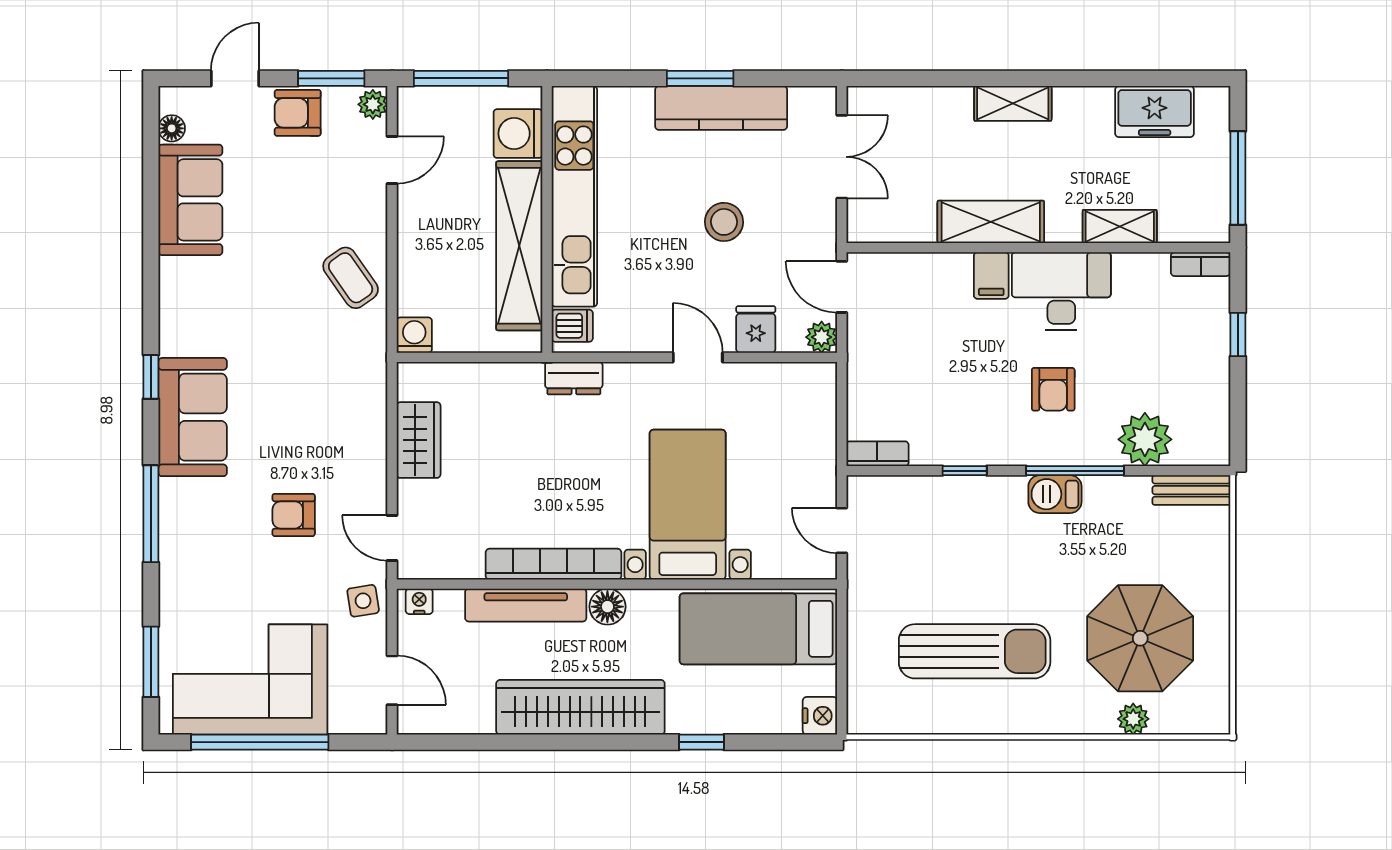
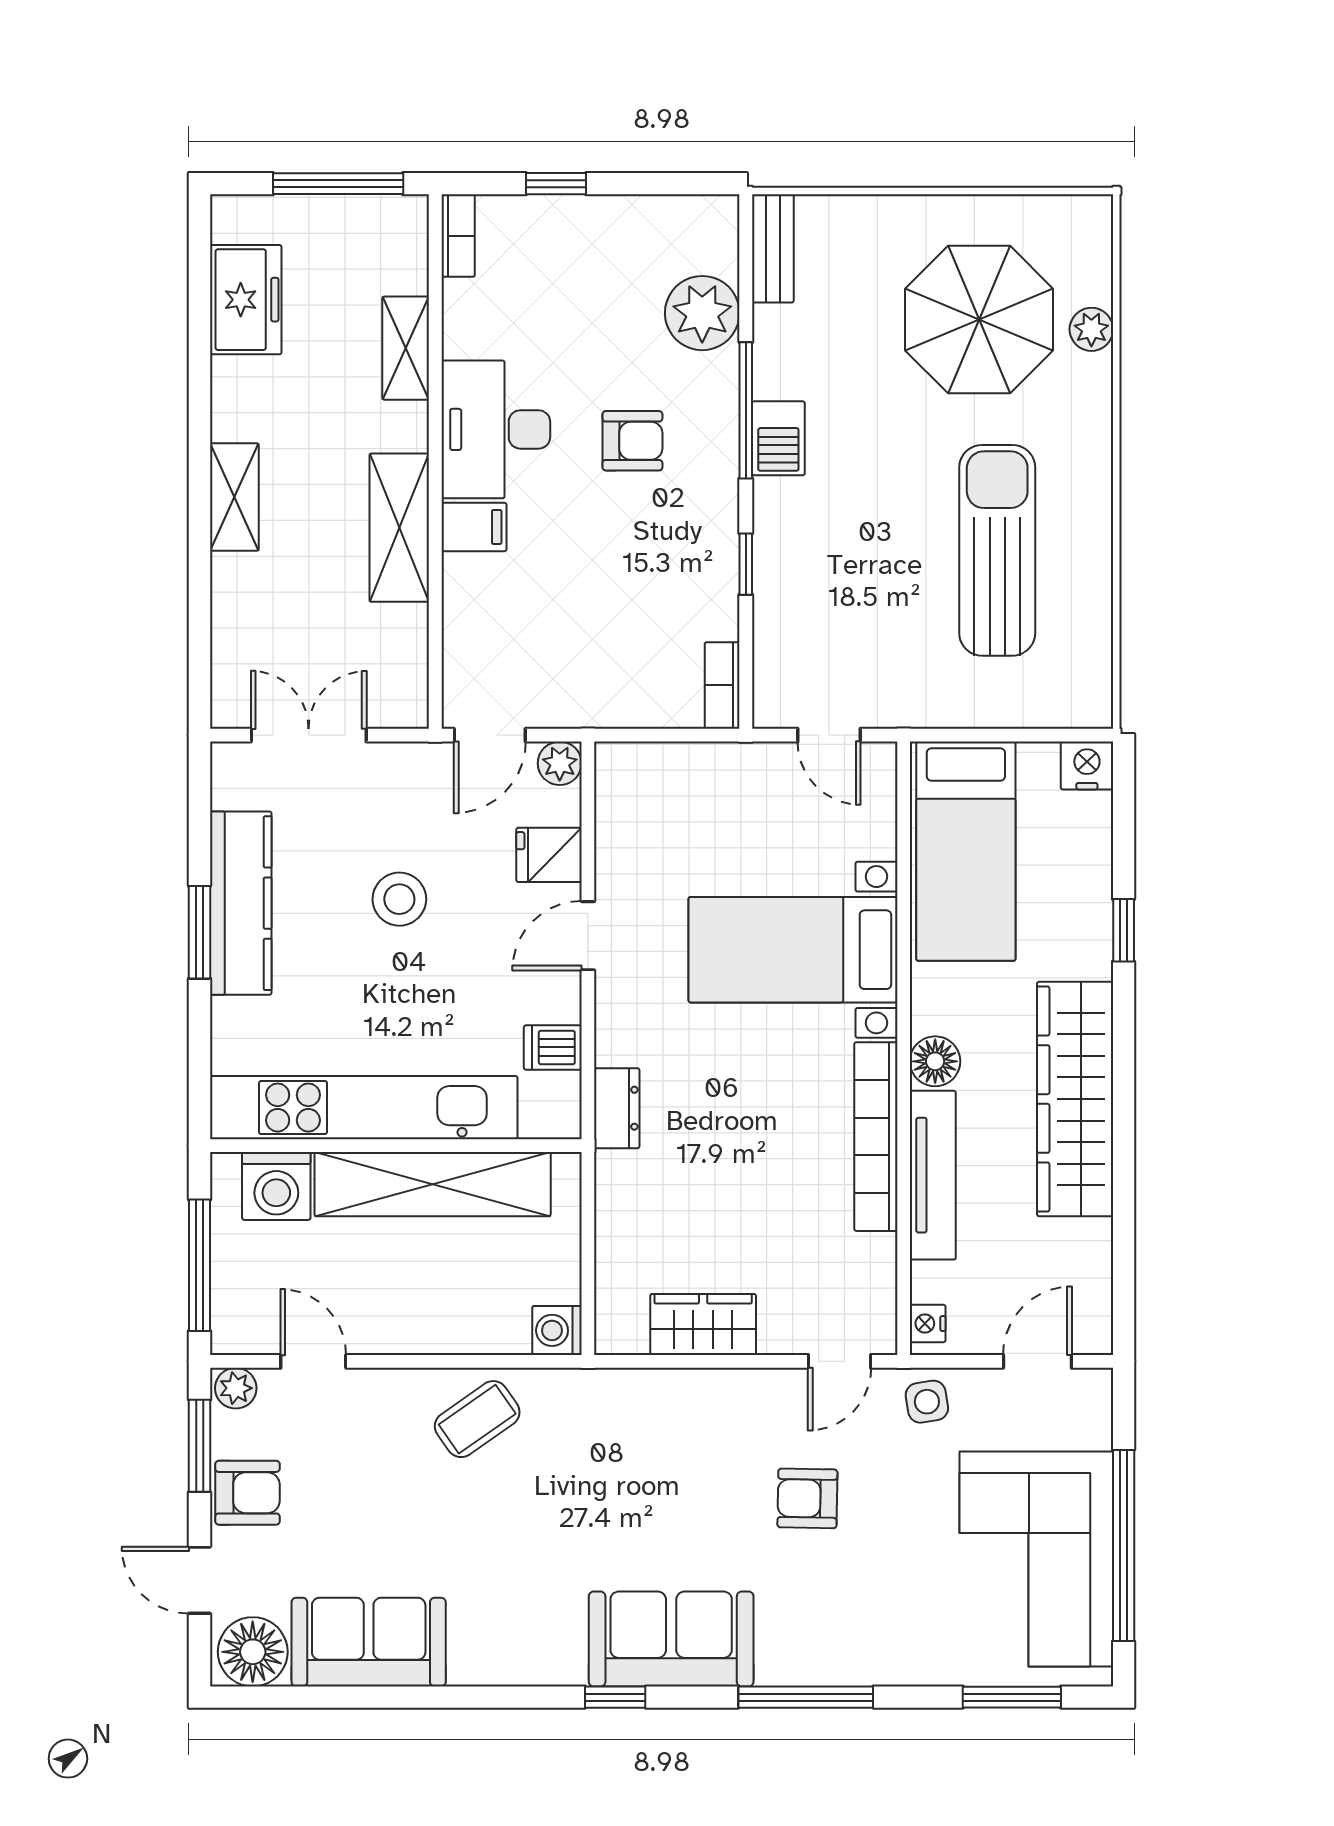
armchair: (298, 113) -> (247, 1493), turned -90
floor lamp: (172, 128) -> (253, 1652), width x1.89, depth x1.89
dishwasher: (572, 326) -> (553, 1047), moved, turned -90
armchair: (294, 515) -> (807, 1498), turned 91
door: (842, 530) -> (829, 735), hinge flipped

